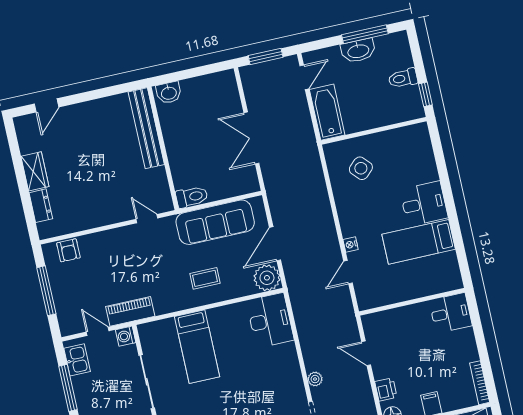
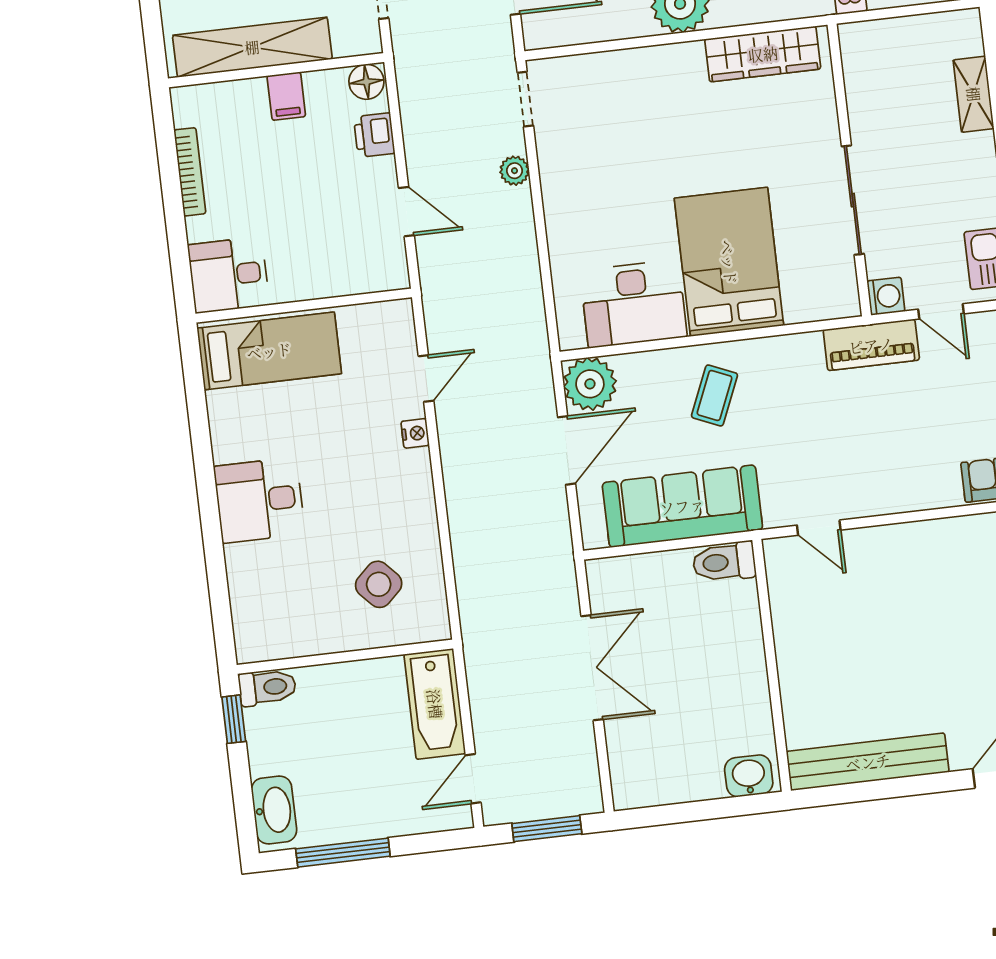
washbasin: (358, 51) -> (274, 810), moved, turned 90
toilet: (403, 78) -> (267, 687), moved
bench: (146, 128) -> (868, 762), moved, turned 90
bed: (419, 242) -> (269, 351), moved
coffee table: (205, 278) -> (715, 395), turned -67
desk: (270, 320) -> (633, 304), moved, turned -90
bed: (197, 347) -> (729, 262), width x1.50
bookcase: (480, 383) -> (190, 172), moved

